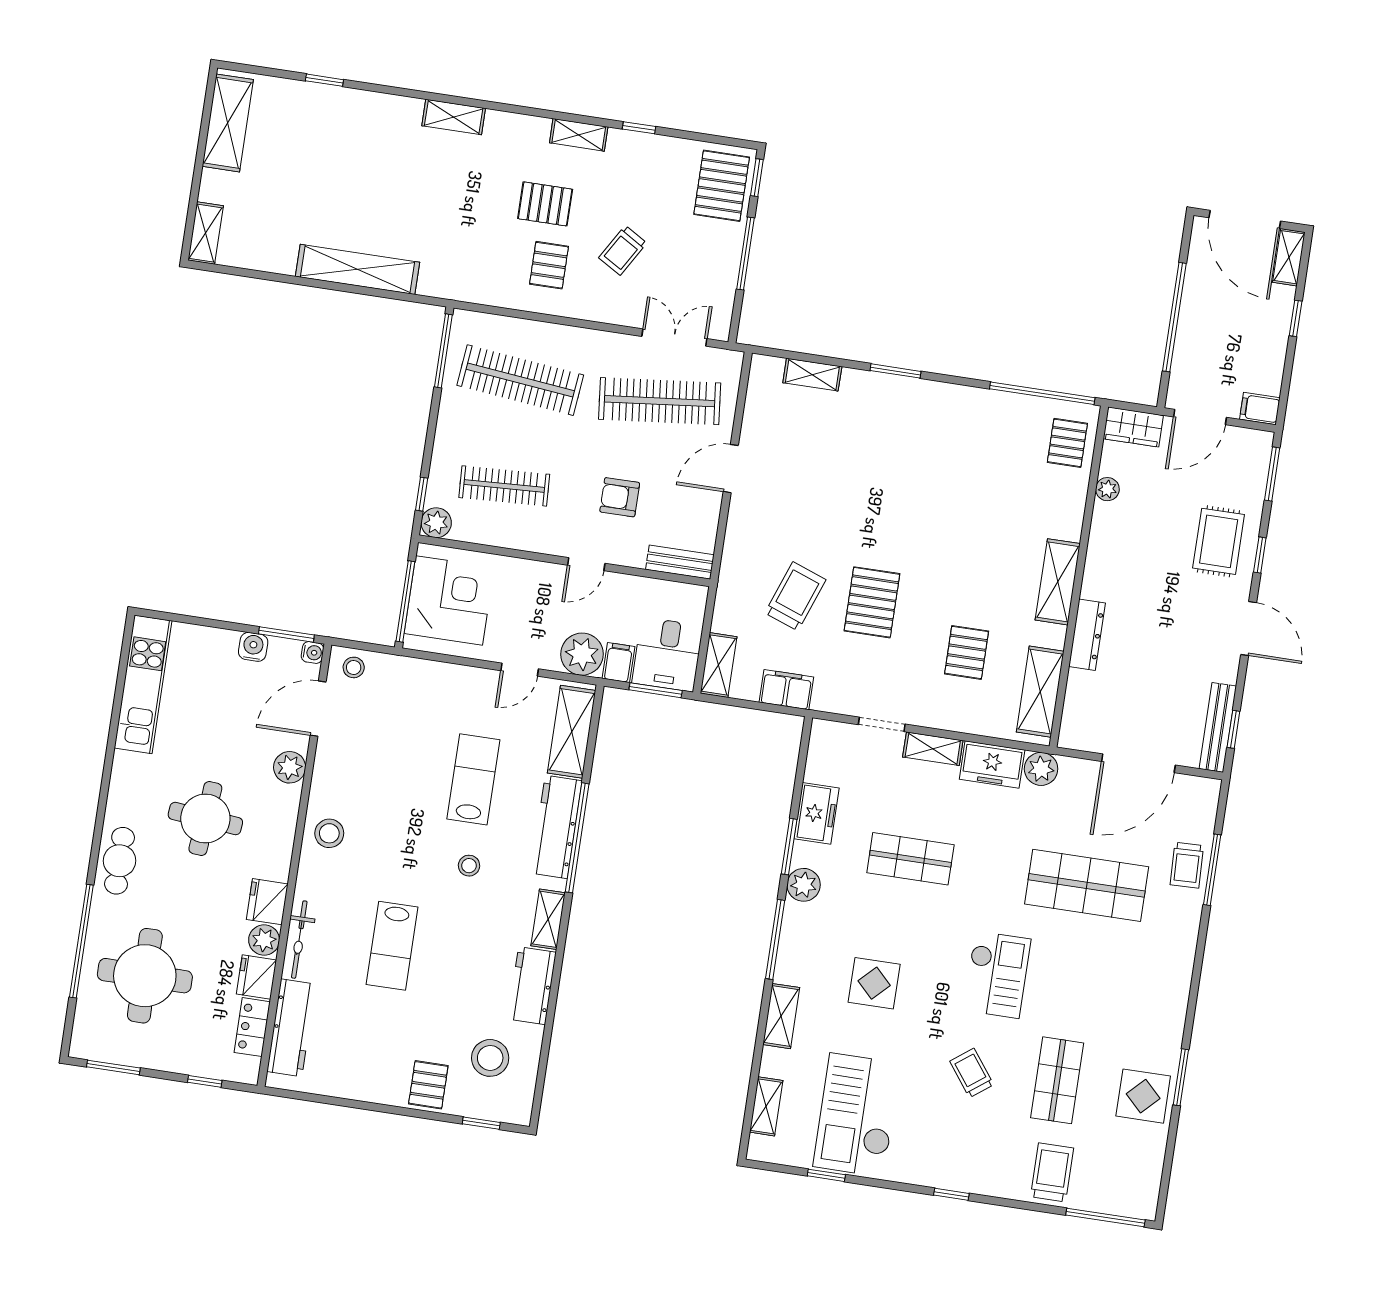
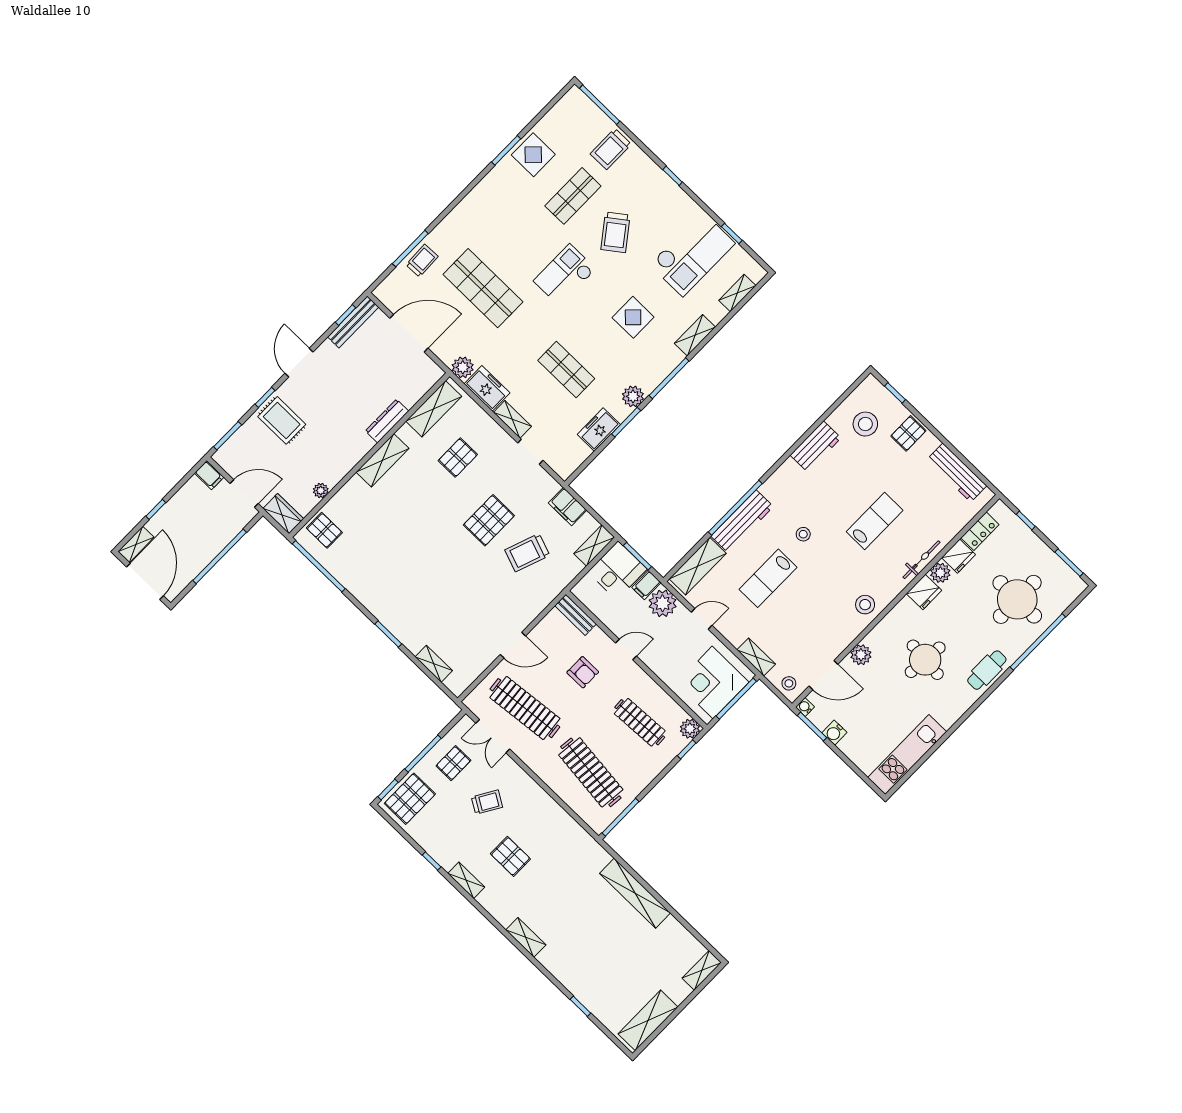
pallet: (549, 265) -> (453, 763), moved
pallet: (1067, 443) -> (324, 530), turned 90
rug: (1219, 541) -> (282, 420), turned 90
shelving: (548, 919) -> (756, 657), moved, turned 90
workbench: (291, 1028) -> (957, 473), moved, turned -90
trolley: (972, 1073) -> (615, 232), width x1.36, depth x1.39

